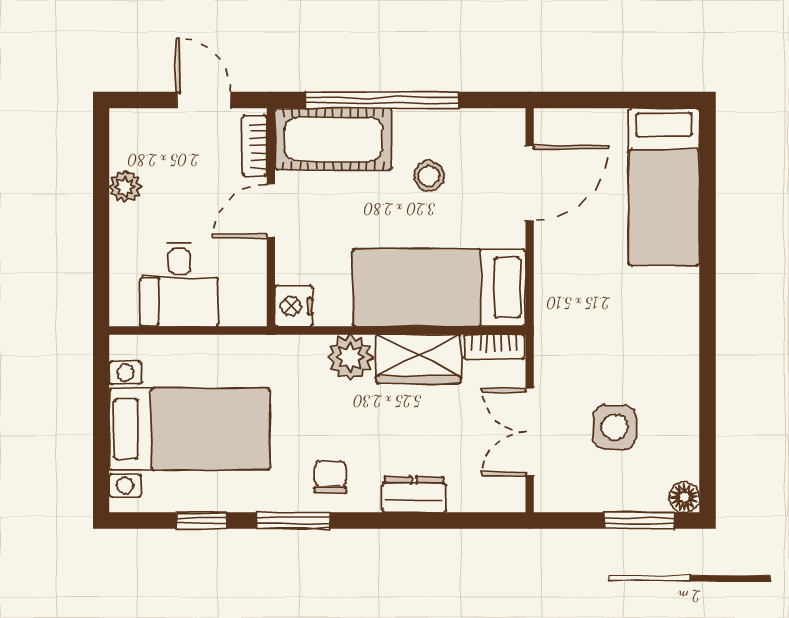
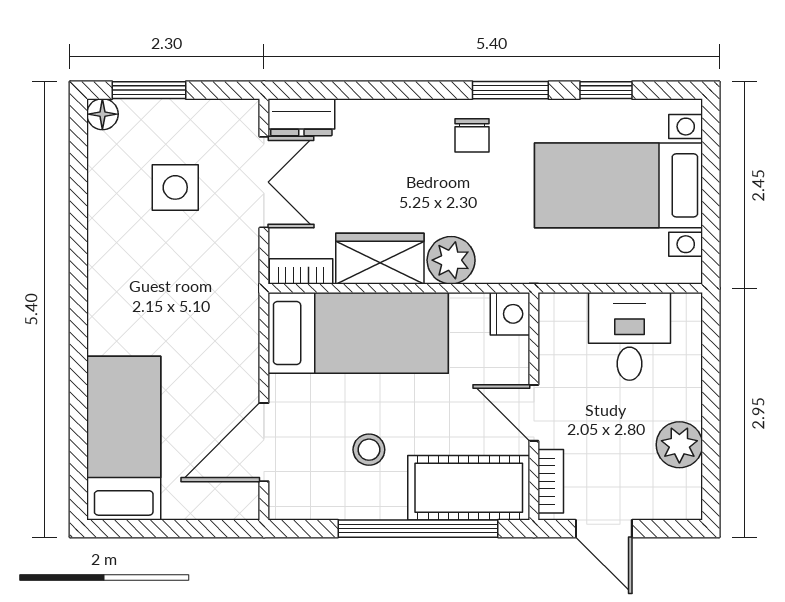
plant: (125, 187) -> (679, 445), width x1.38, depth x1.38
door: (271, 211) -> (534, 413), swing flipped
dresser: (414, 494) -> (301, 117), moved

